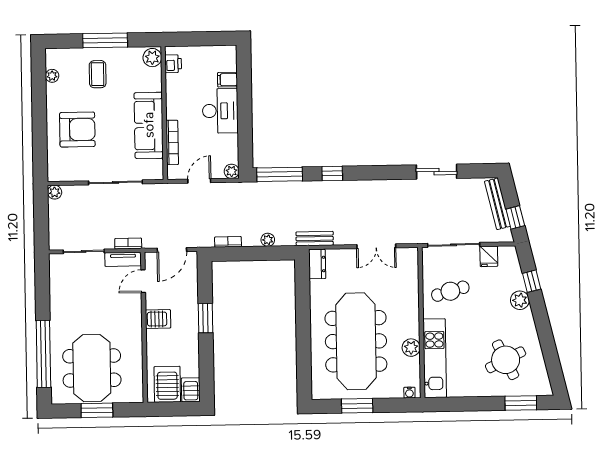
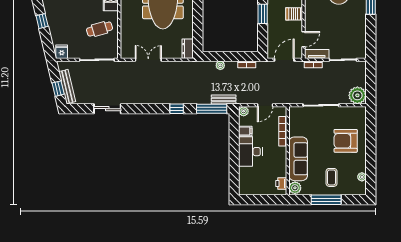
filing cabinet: (227, 80) -> (245, 131), moved
sofa: (149, 125) -> (298, 159), moved
plant: (55, 192) -> (357, 95), width x1.87, depth x1.87
window: (515, 217) -> (58, 89), moved
bench: (315, 239) -> (224, 99), moved
fridge: (489, 256) -> (62, 52), moved
window: (532, 281) -> (42, 21), moved
plant: (520, 300) -> (53, 22), removed

